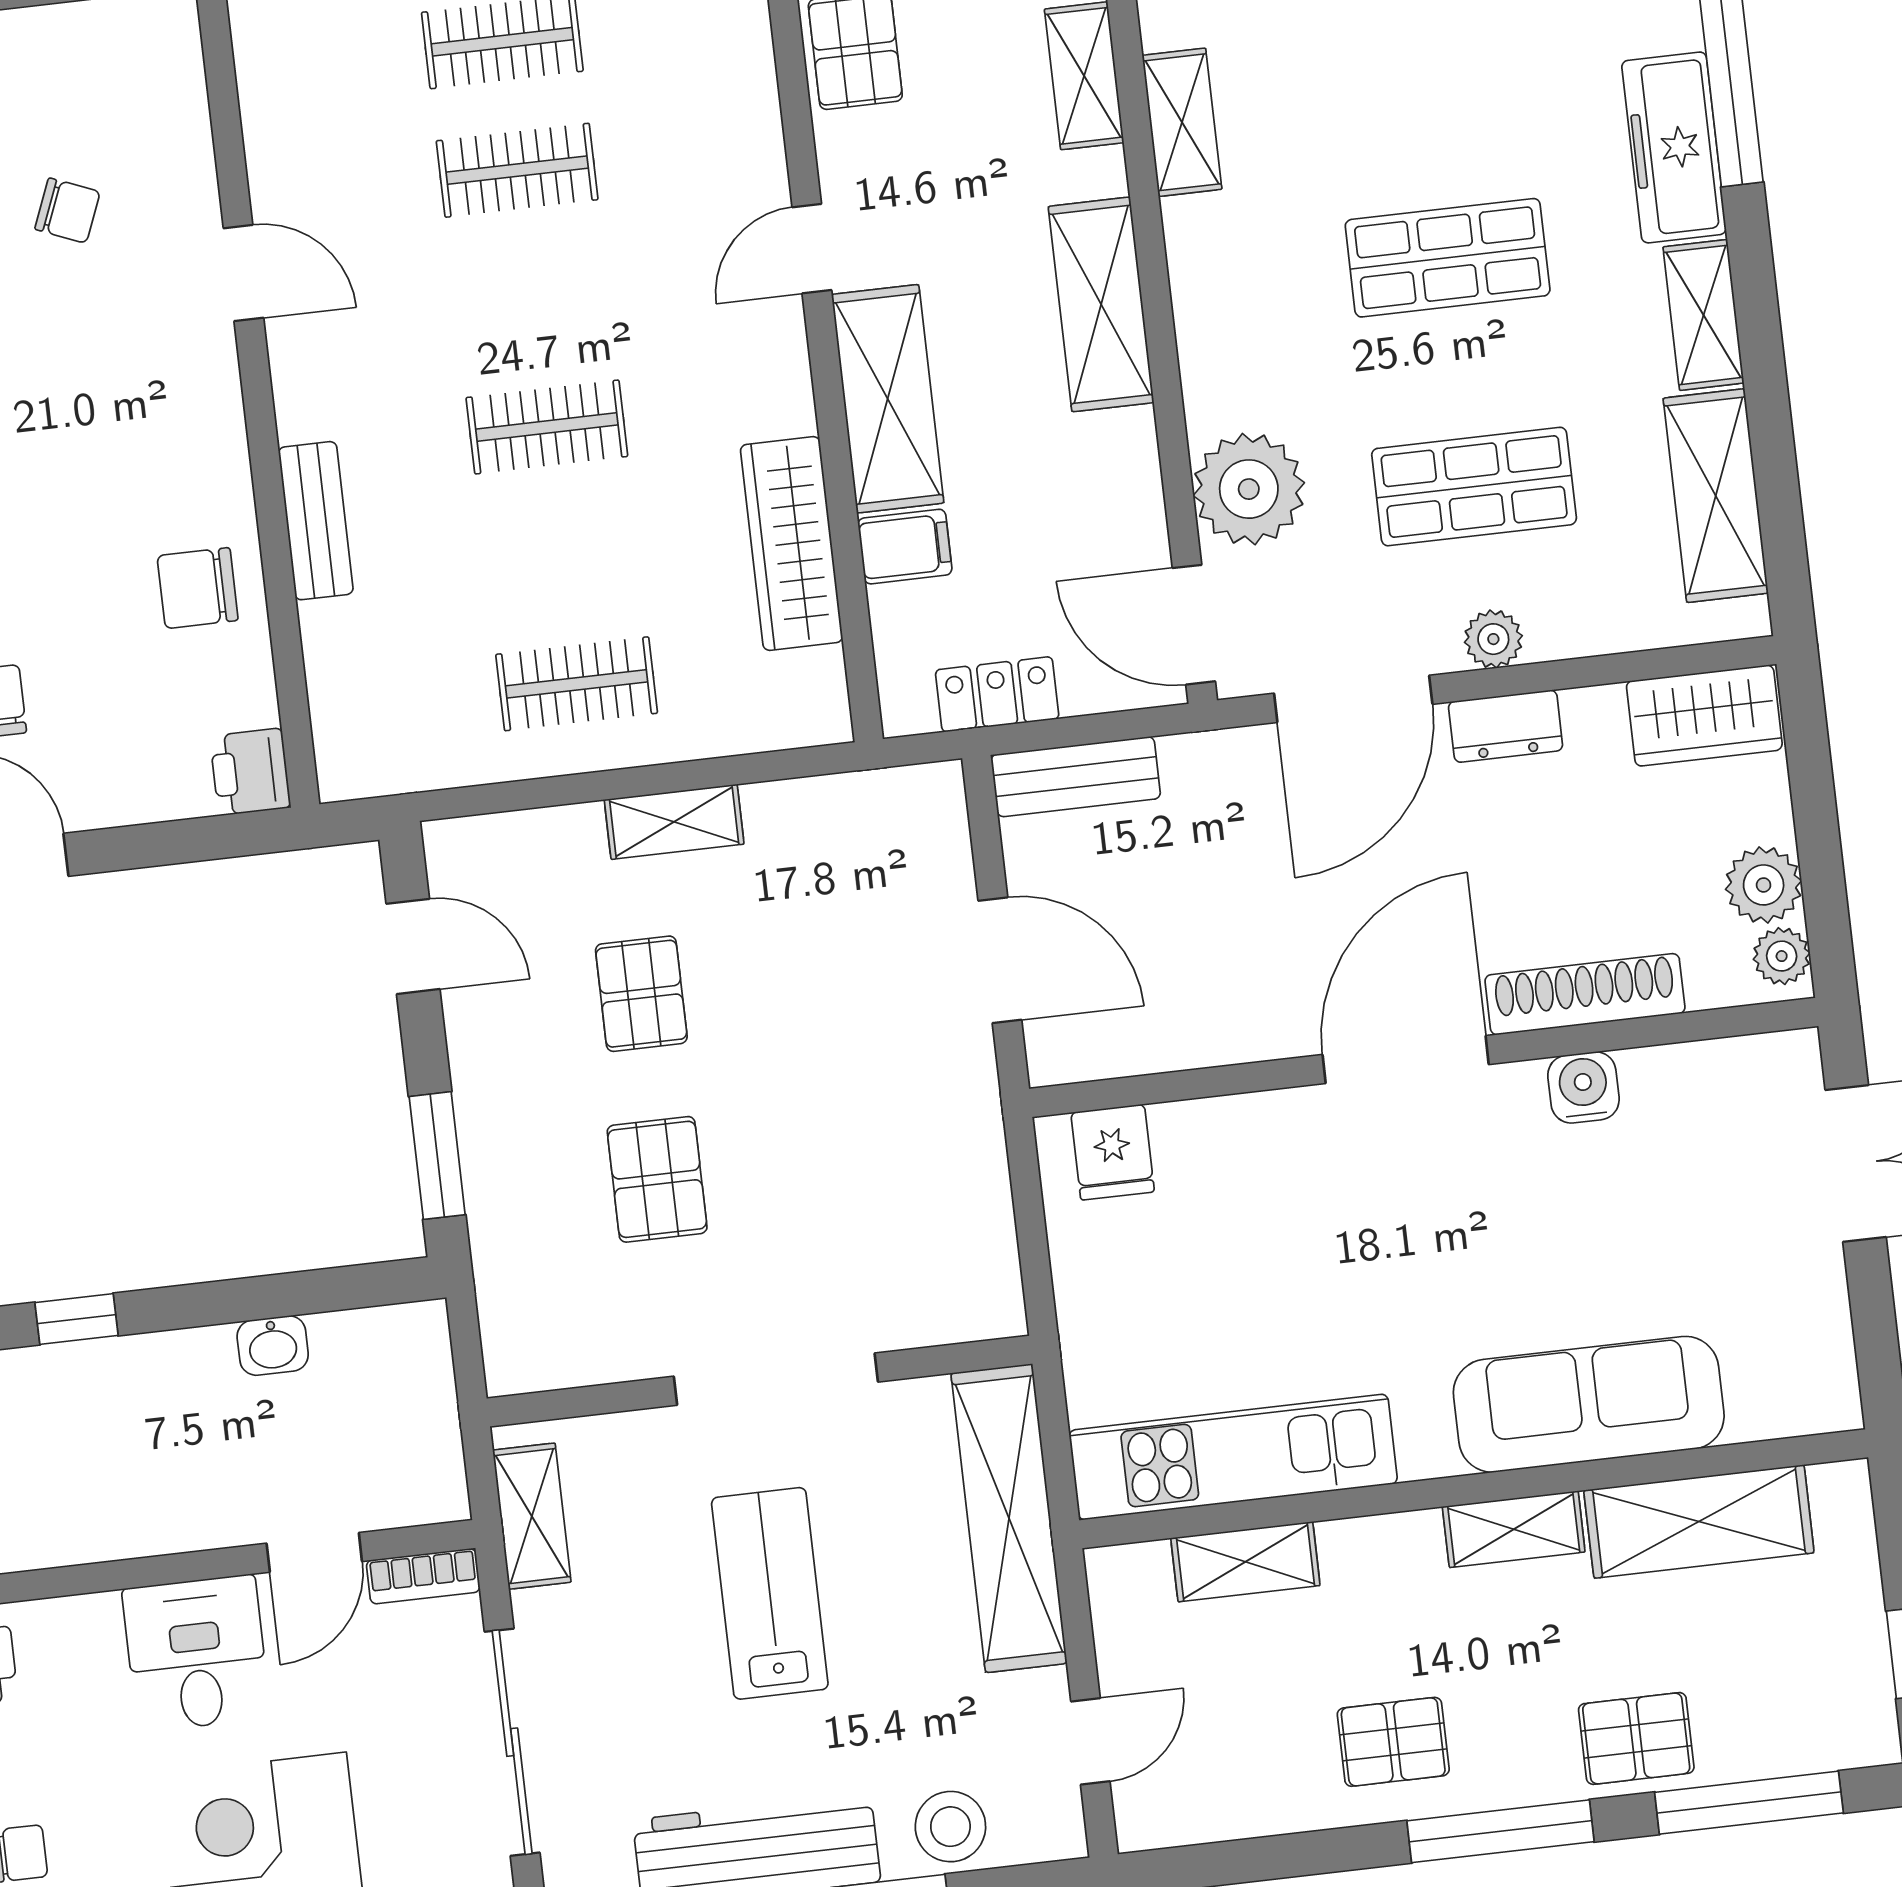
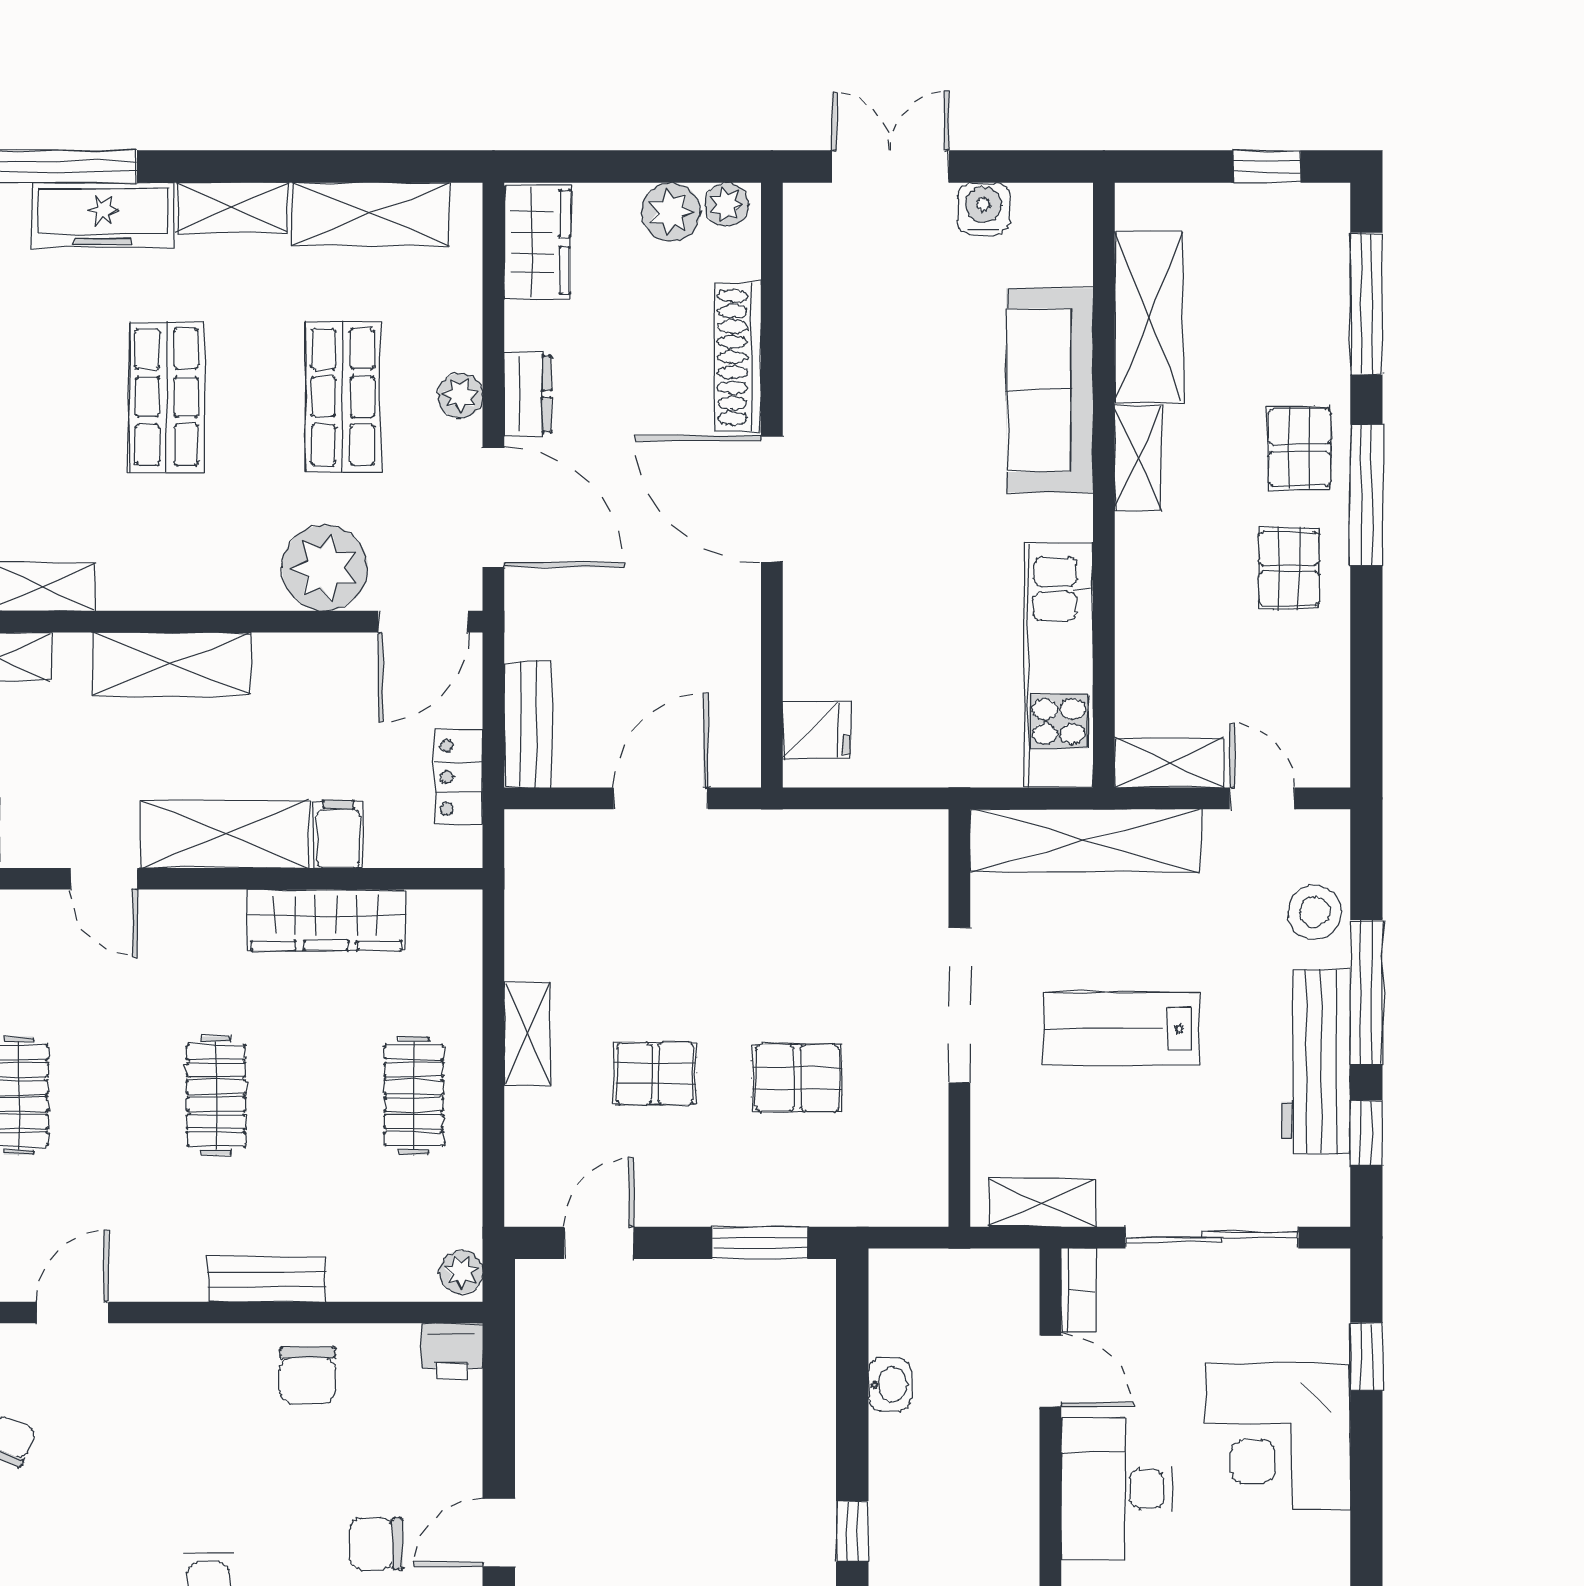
plant: (354, 772) -> (461, 1272), added
water cooler: (1583, 1087) -> (983, 209), moved, turned 90
shelving: (1245, 1562) -> (1169, 763), moved, turned 90
desk: (196, 1653) -> (1117, 1489), width x1.37
pallet: (1636, 1738) -> (1299, 448), moved

